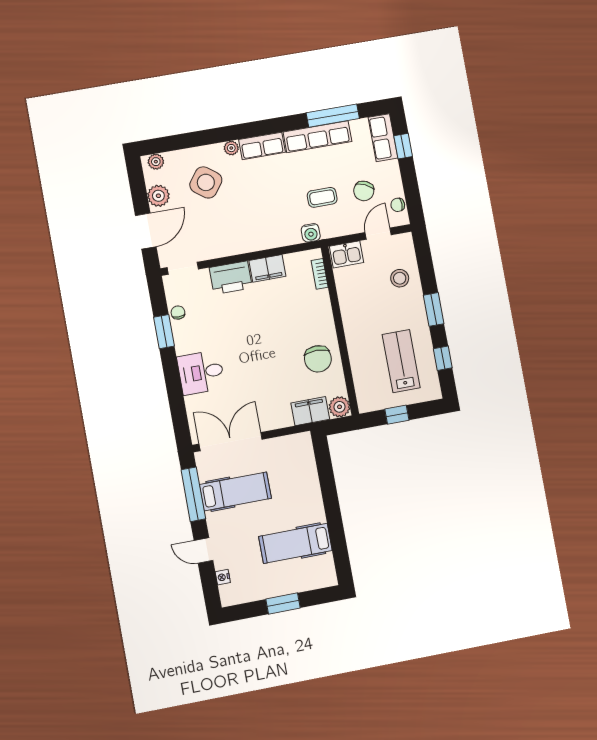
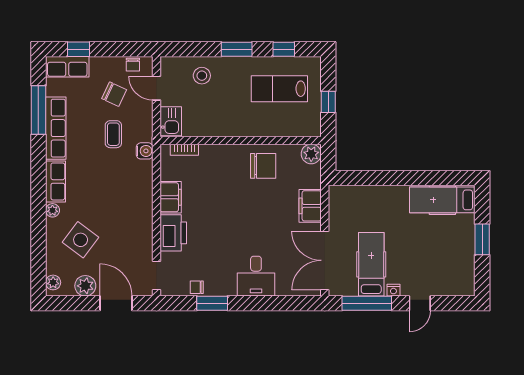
filing cabinet: (310, 411) -> (310, 206), moved
hospital bed: (295, 543) -> (442, 200), moved, turned 90
nightstand: (223, 577) -> (393, 290), moved

